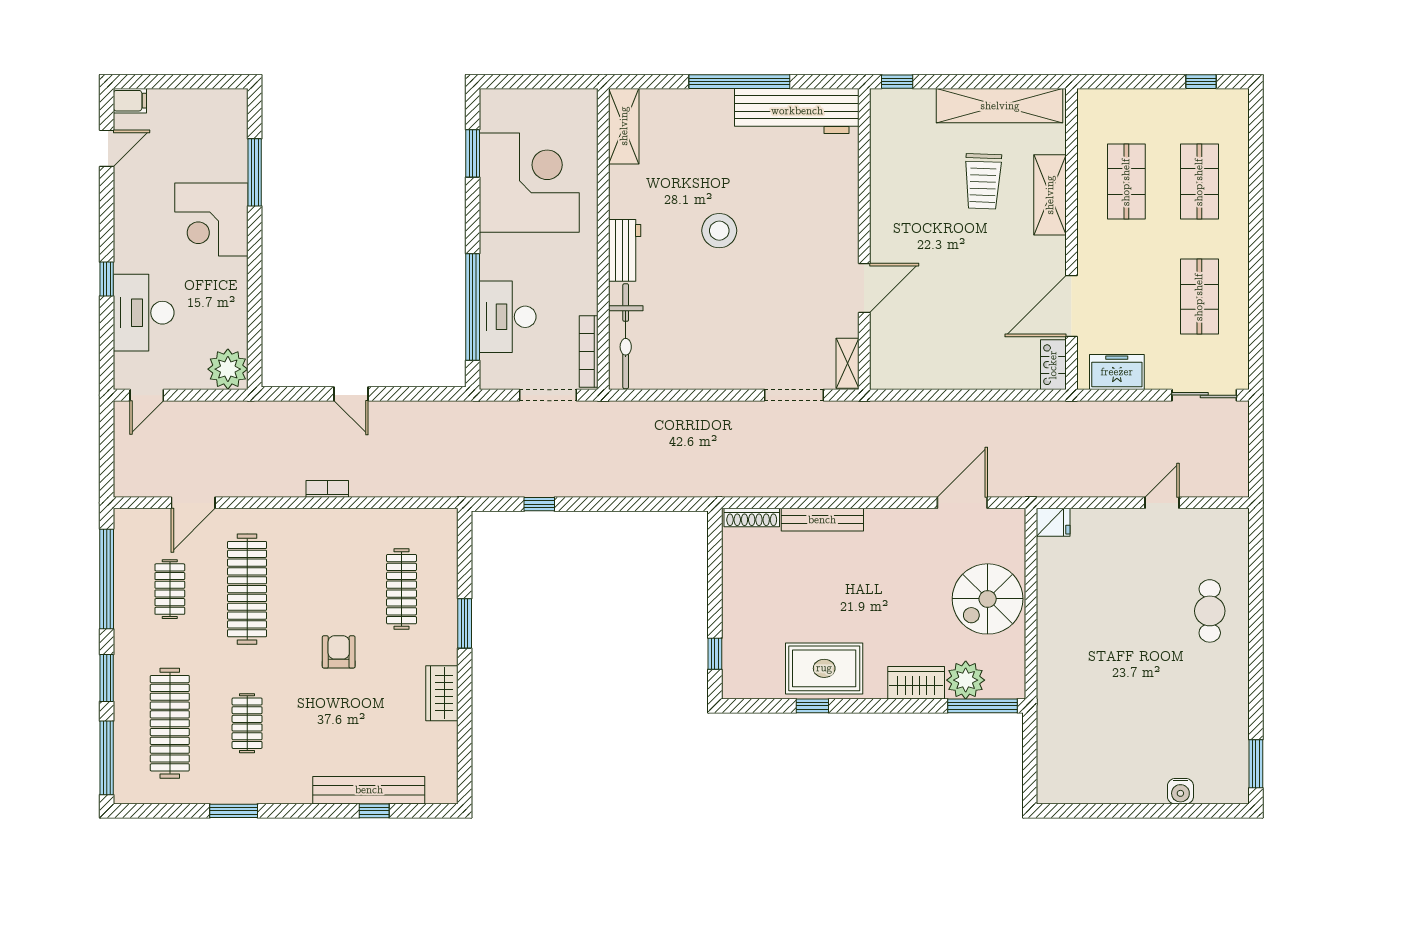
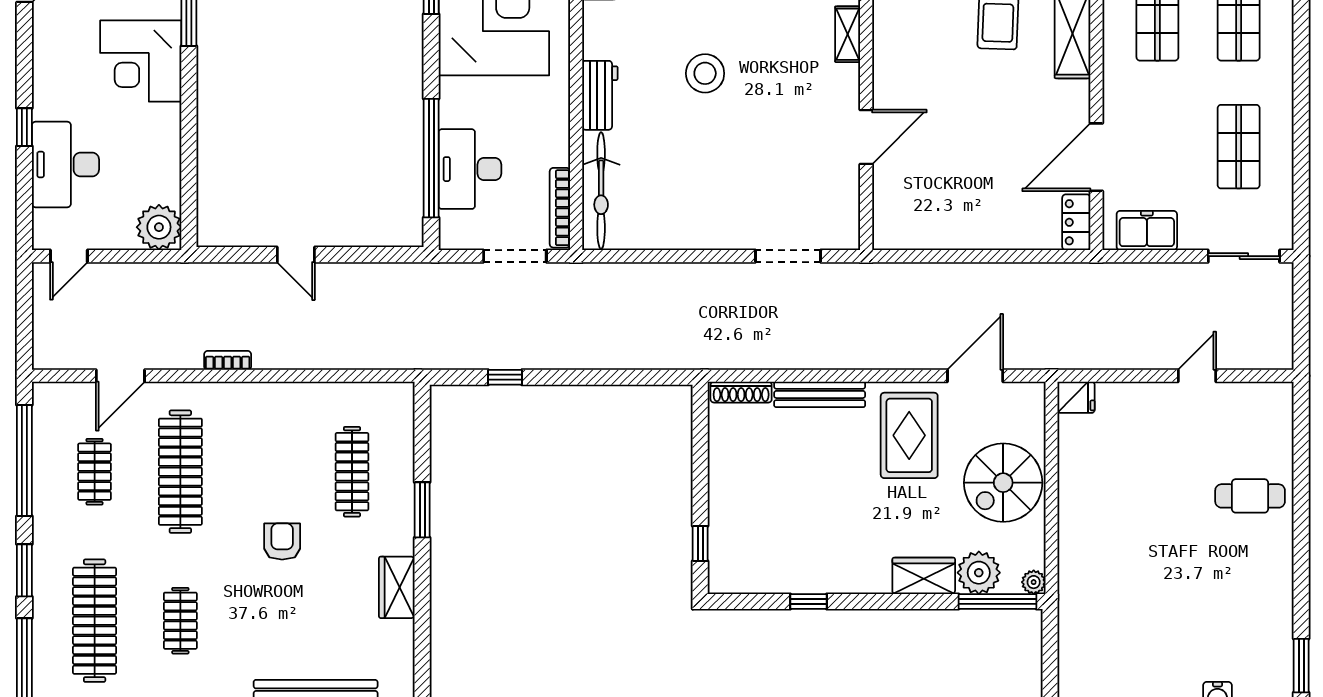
shelving: (848, 363) -> (848, 34), moved
bookcase: (327, 489) -> (228, 360), moved
cafe table: (1210, 611) -> (1250, 496), turned 90
rug: (824, 668) -> (909, 435), moved, turned 90
plant: (1015, 688) -> (1034, 582), added

